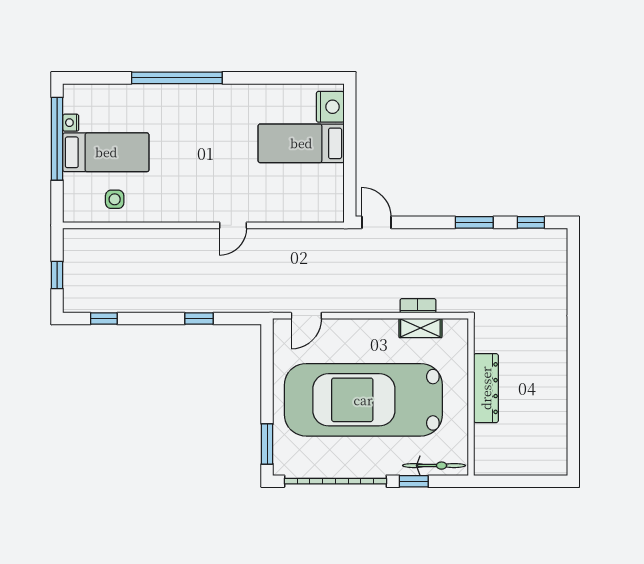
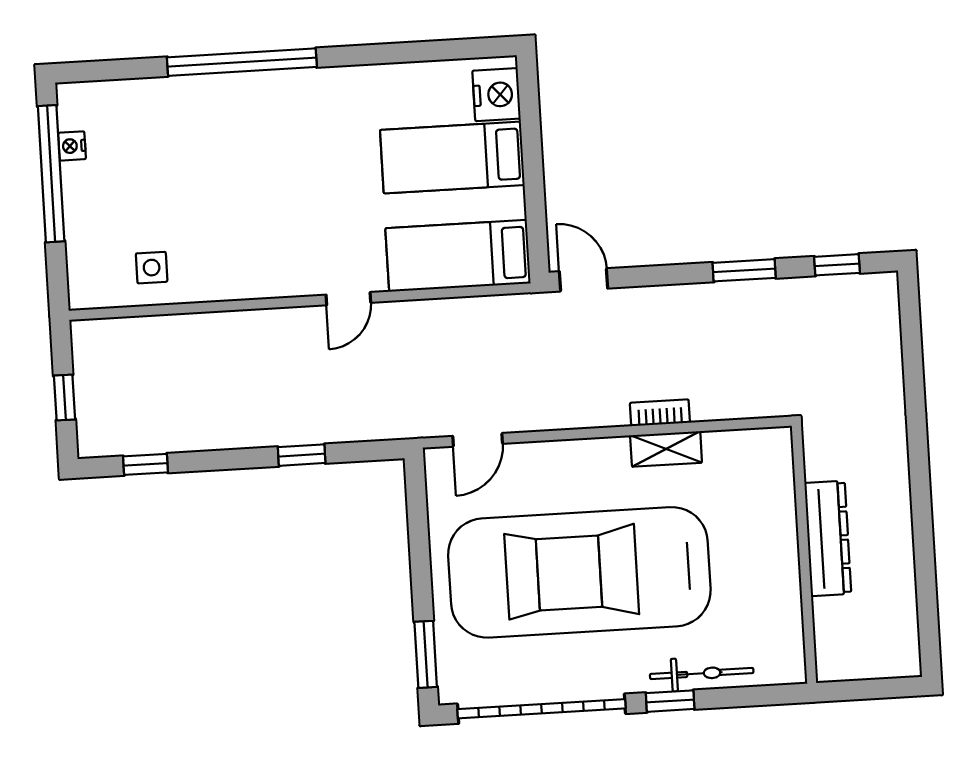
bed: (106, 152) -> (458, 256), moved, turned 180
dresser: (486, 388) -> (828, 538), moved
wall: (471, 397) -> (804, 554), moved

